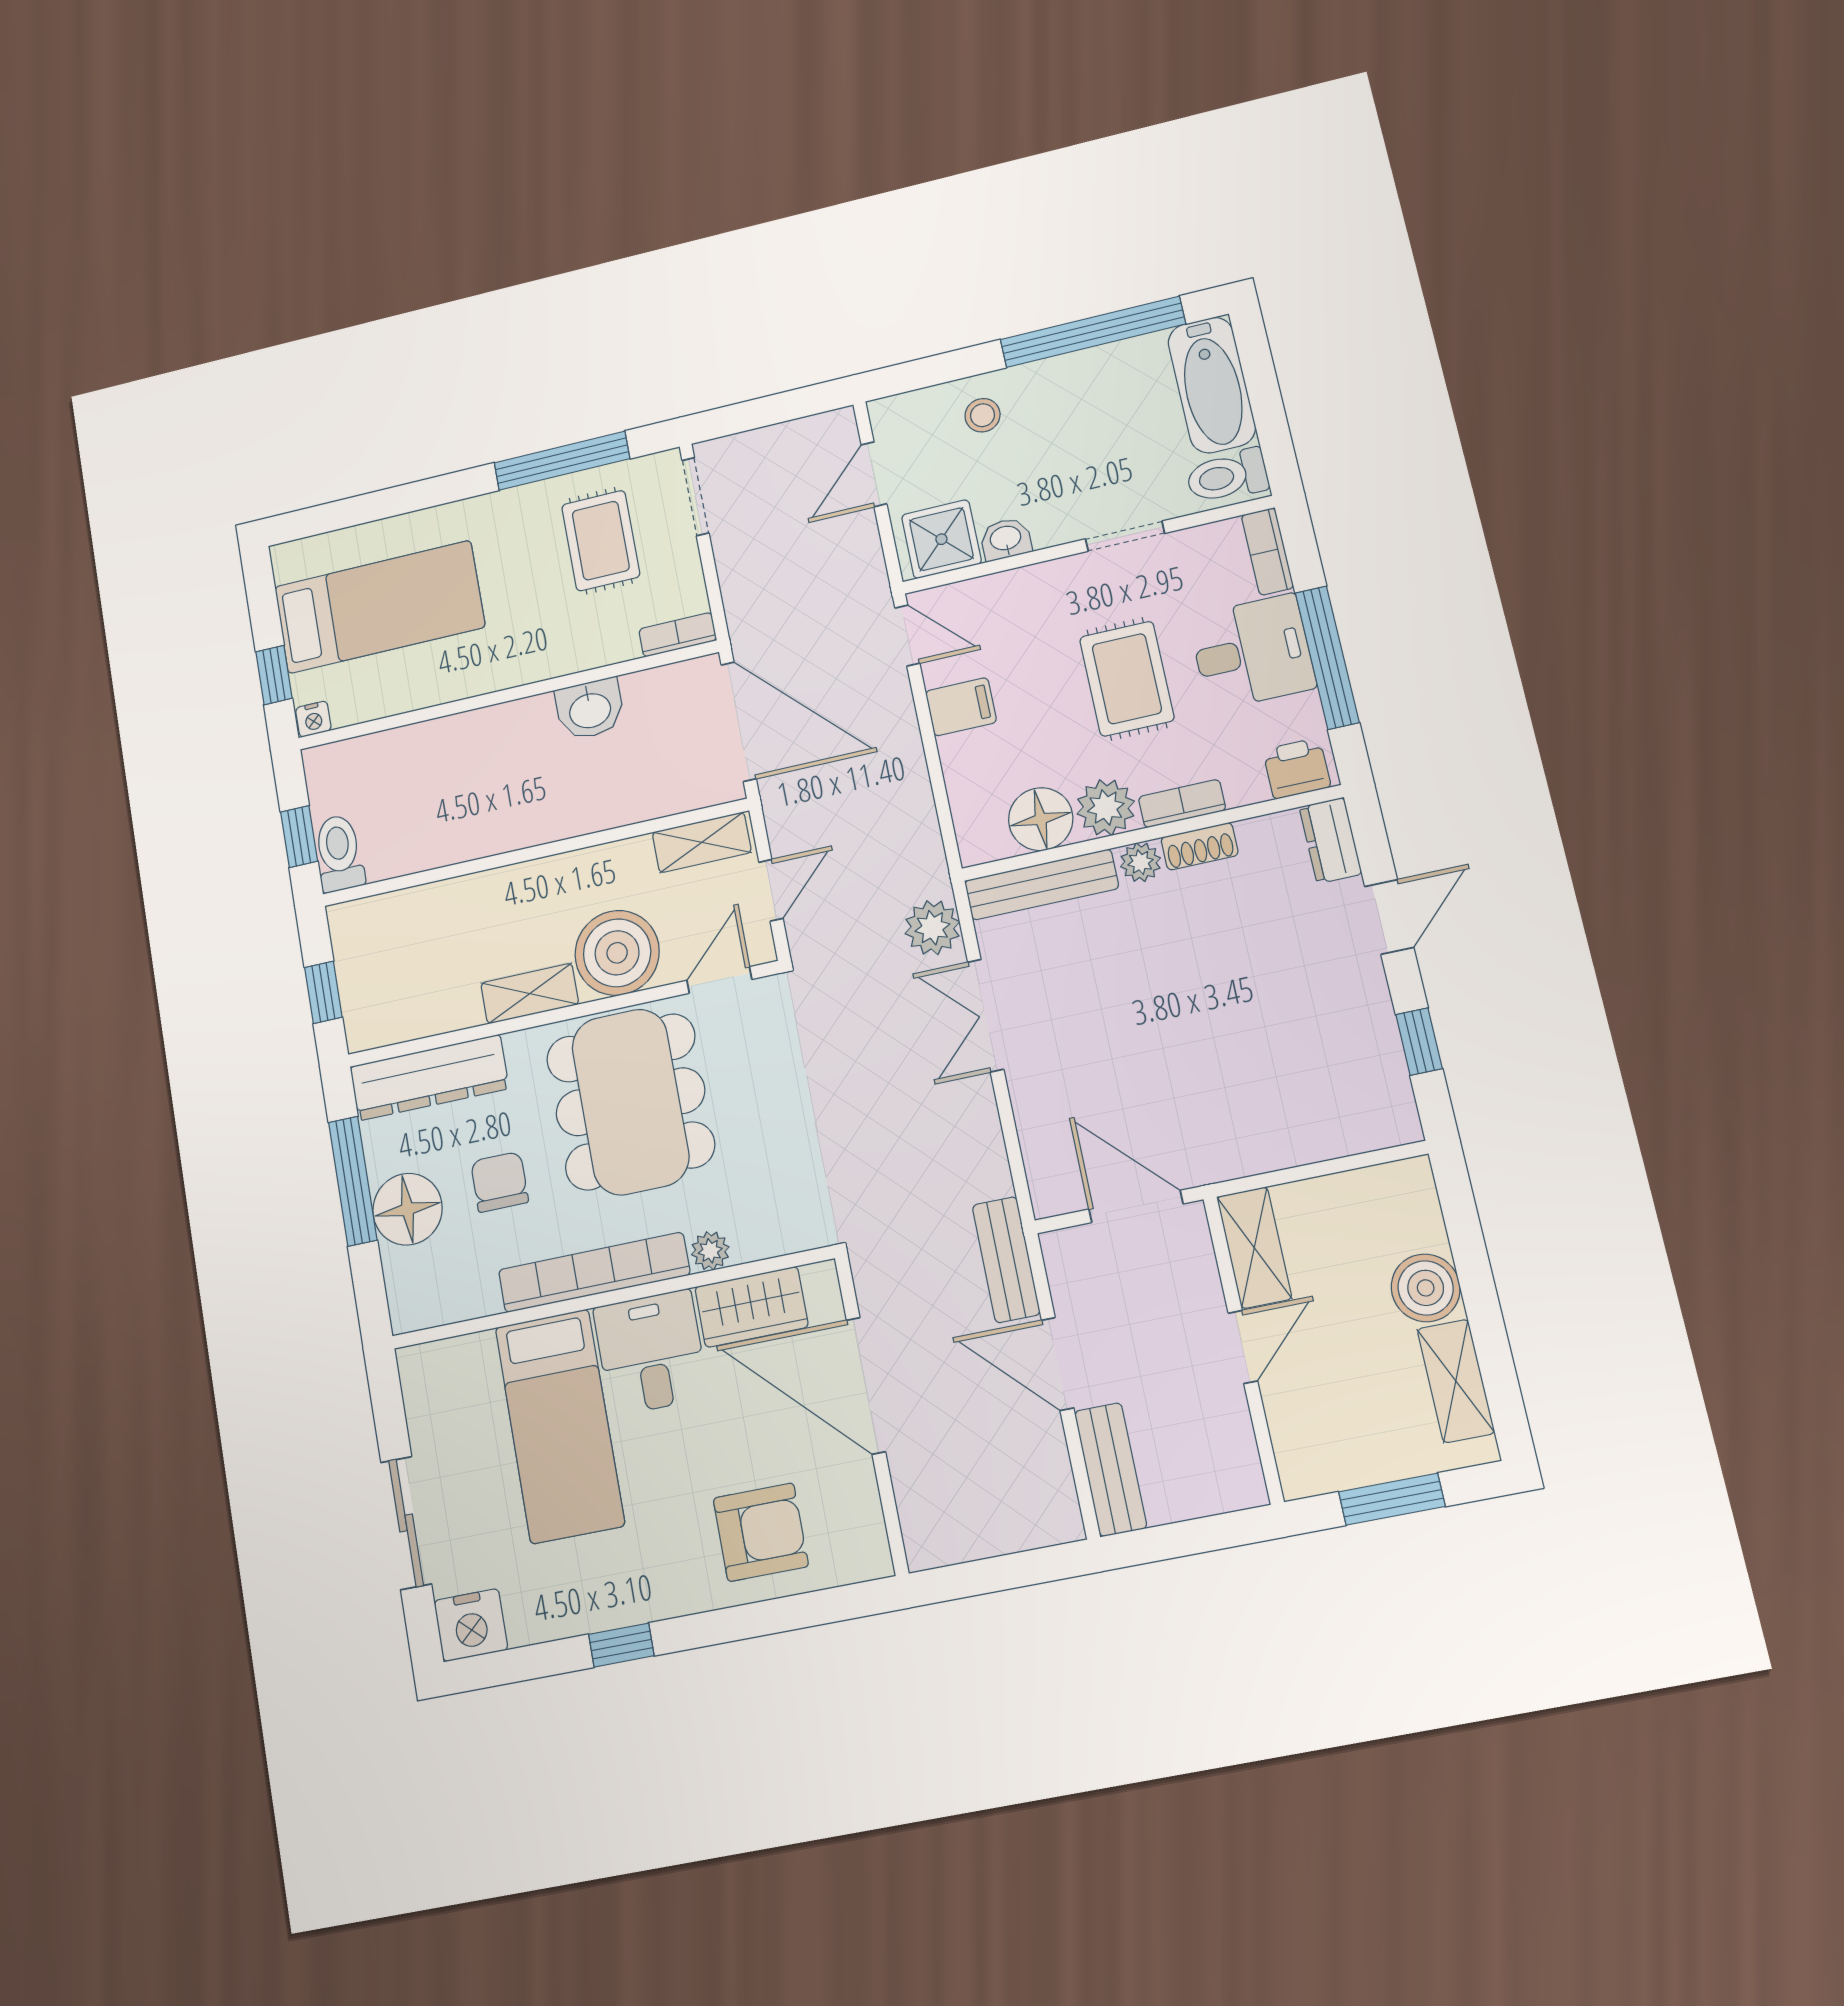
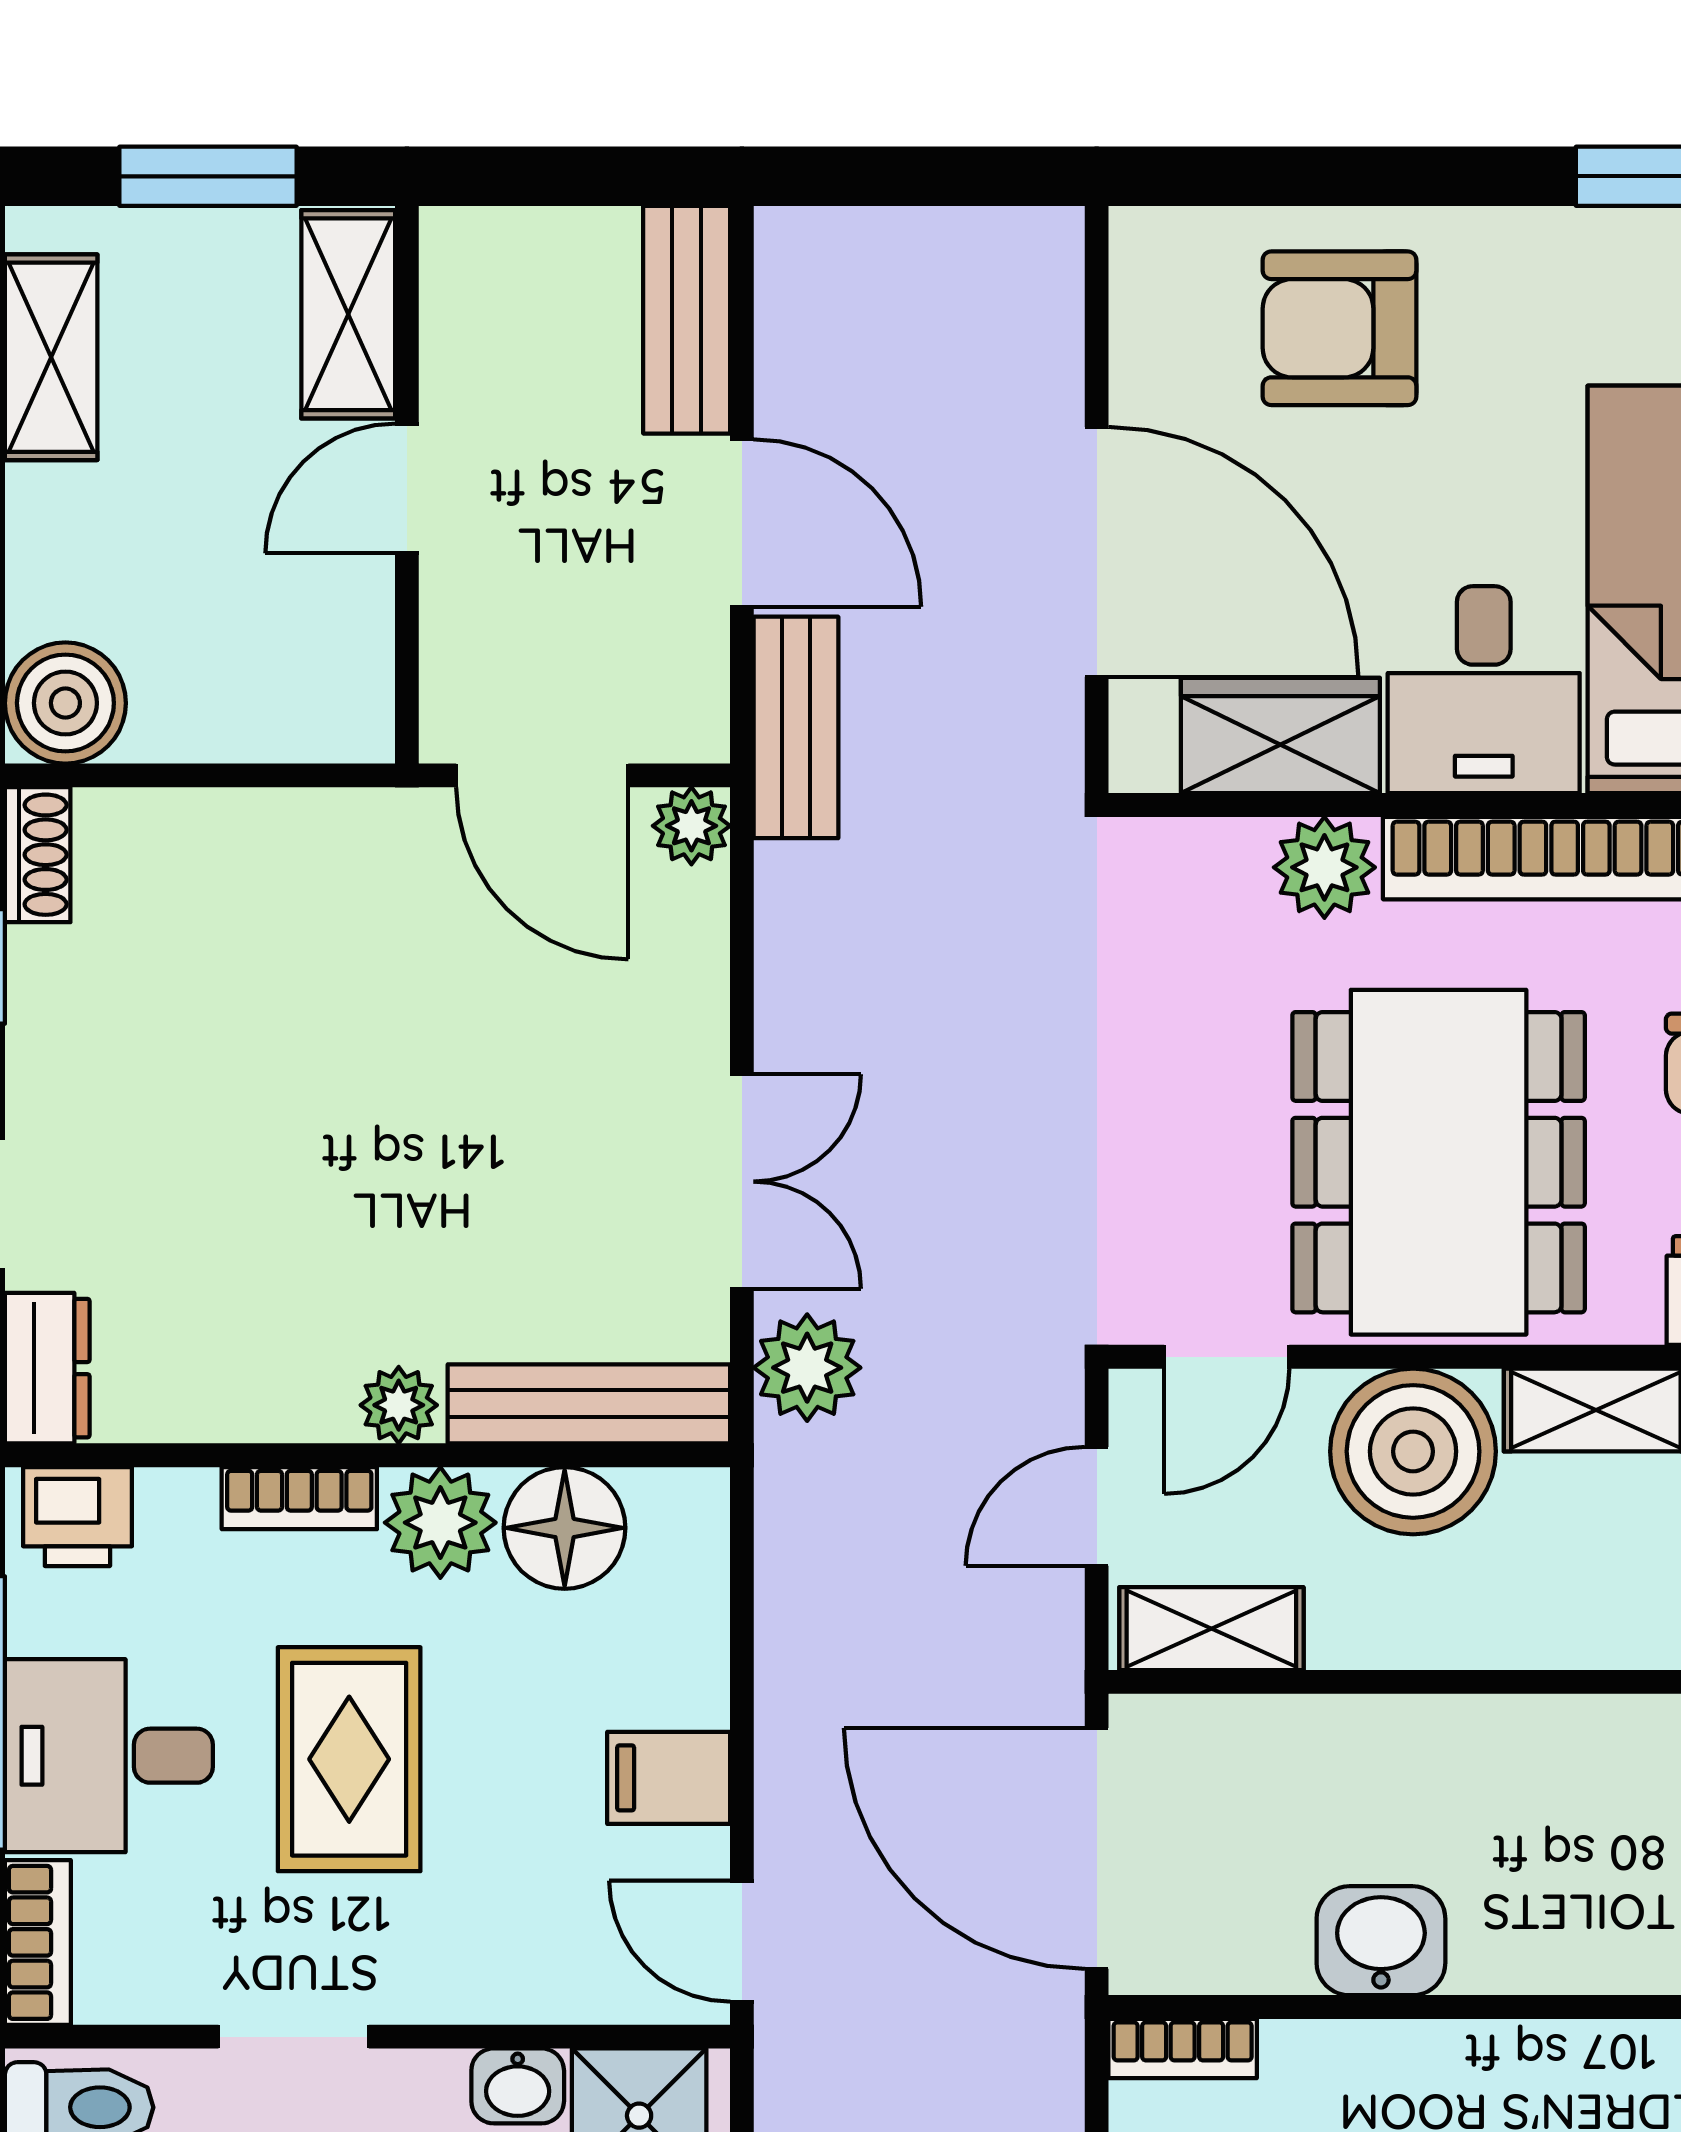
shoe rack: (1200, 846) -> (38, 855), moved, turned 90
plant: (1051, 1196) -> (691, 826), added
shelving: (1254, 1248) -> (348, 314), moved
plant: (710, 1251) -> (1324, 867), width x1.38, depth x1.38
boiler: (1426, 1288) -> (65, 703), moved

